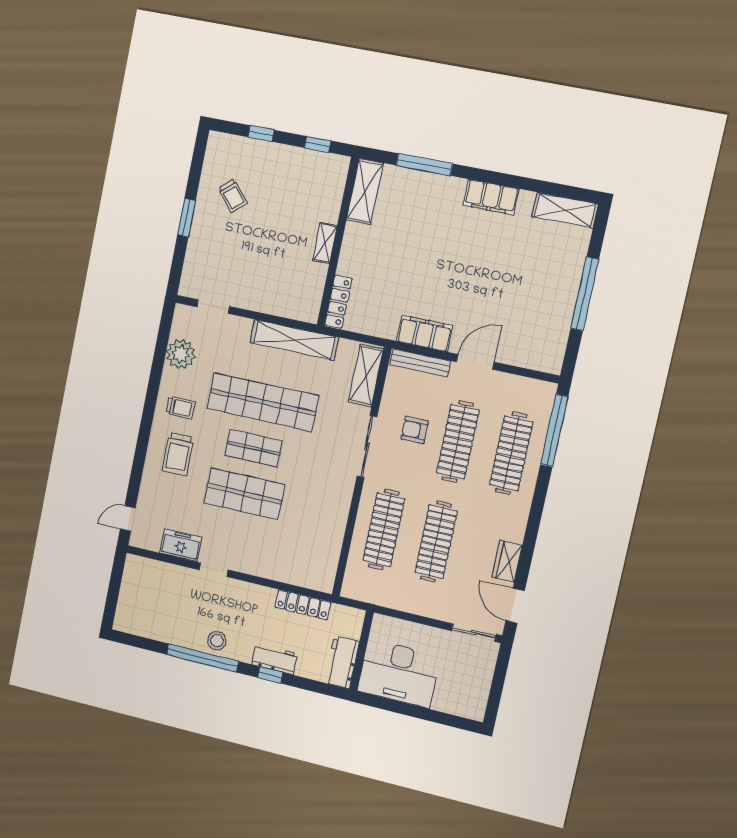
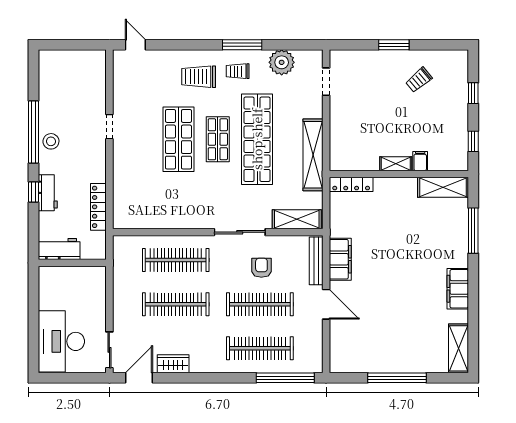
filing cabinet: (328, 213) -> (420, 161), added
window: (152, 396) -> (242, 45), added
trolley: (181, 408) -> (238, 71), turned 90
freezer: (181, 545) -> (123, 95), removed
desk: (399, 673) -> (61, 341), moved

